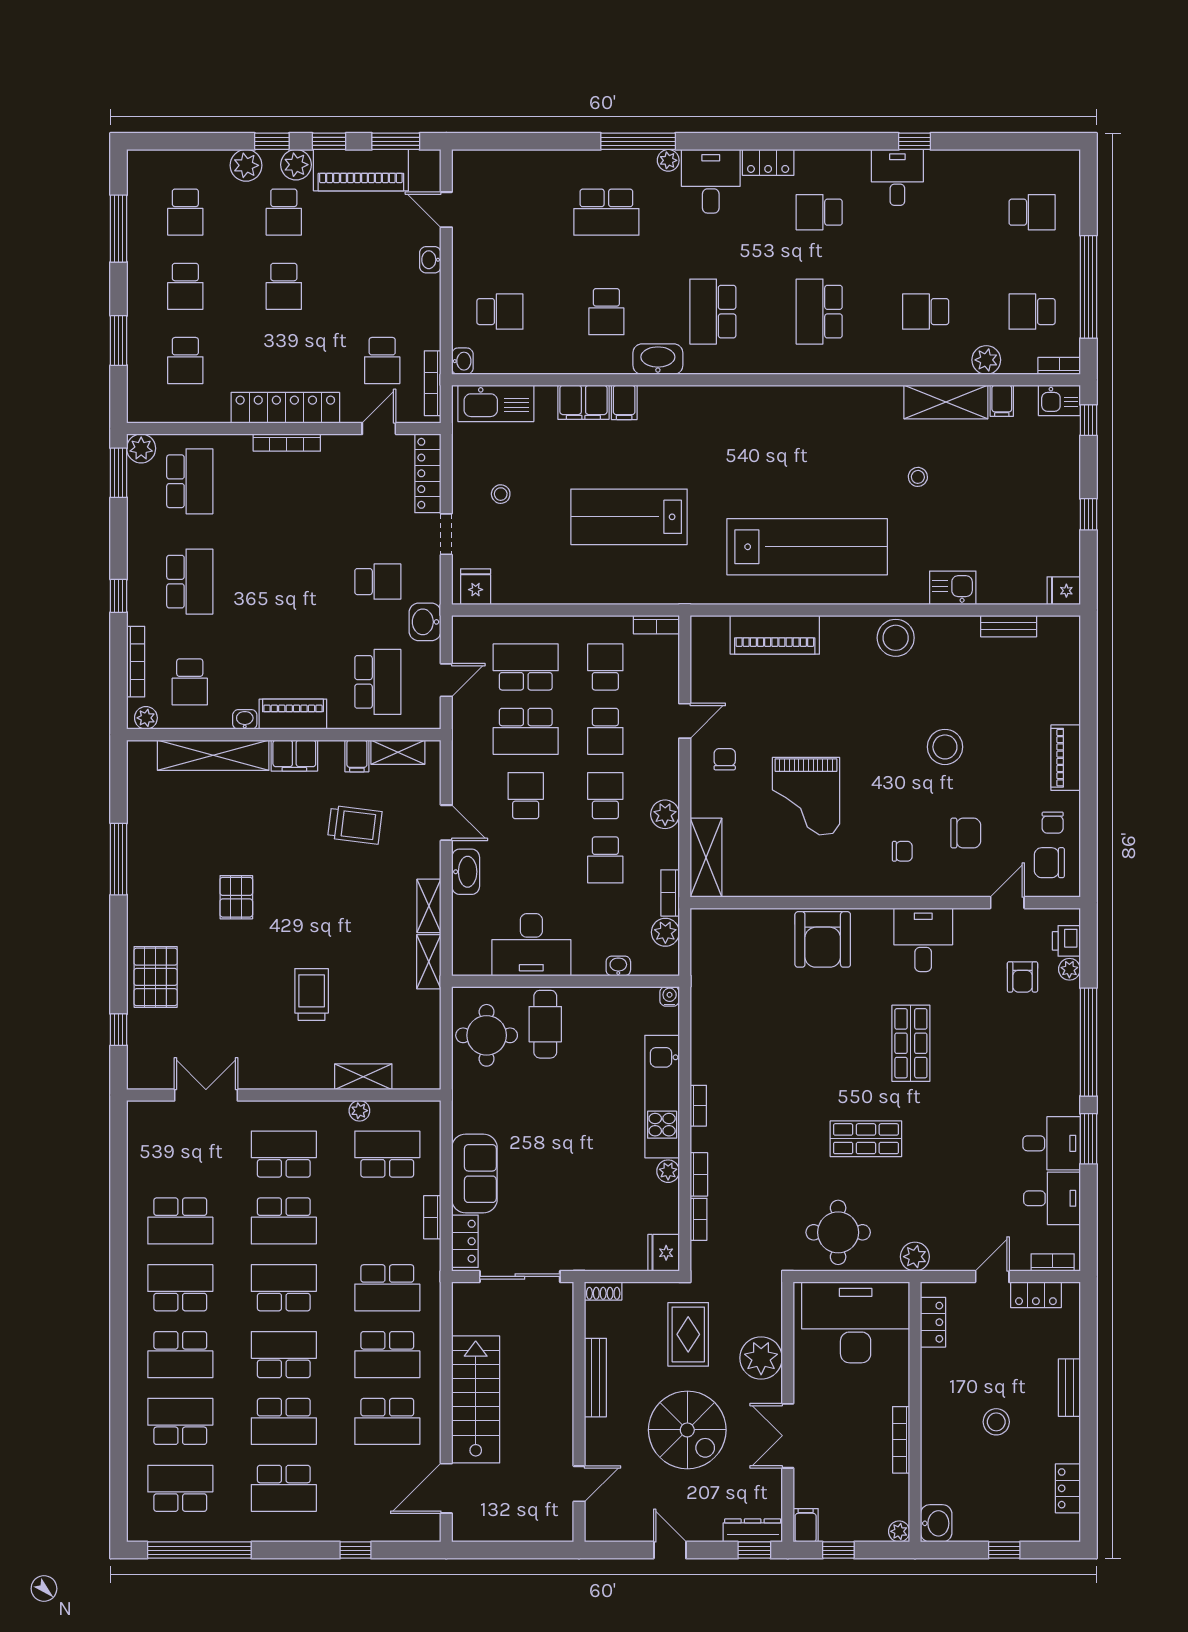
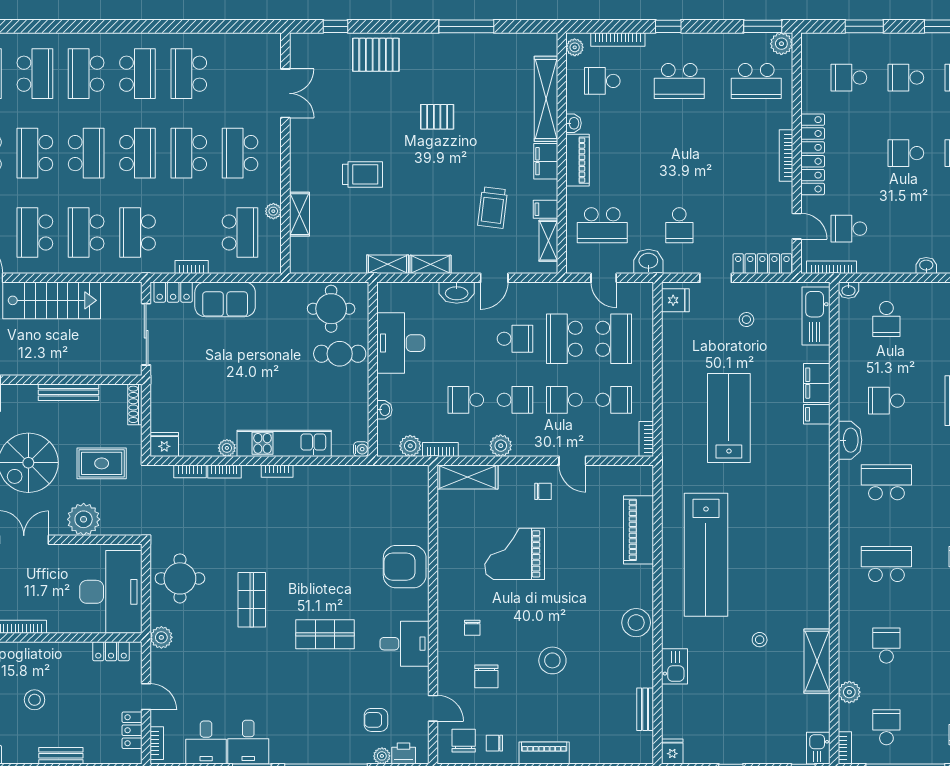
filing cabinet: (1002, 401) -> (818, 704), removed
school desk: (284, 1154) -> (240, 153), turned 180
shoe rack: (603, 1291) -> (135, 404), width x1.43

